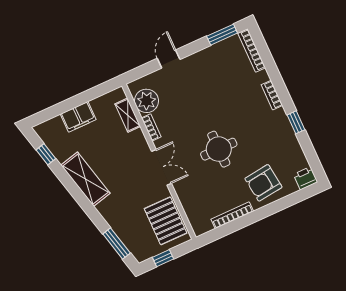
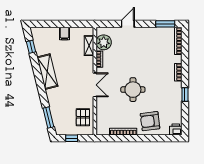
filing cabinet: (78, 117) -> (65, 33), width x0.50
pallet: (166, 221) -> (83, 117), width x0.67, depth x0.71

